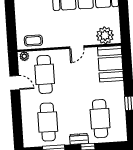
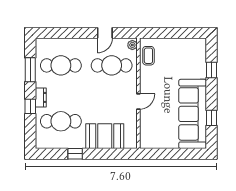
plant: (105, 35) -> (149, 132), removed
door: (77, 47) -> (138, 101), swing flipped
booth: (110, 64) -> (105, 136), moved

